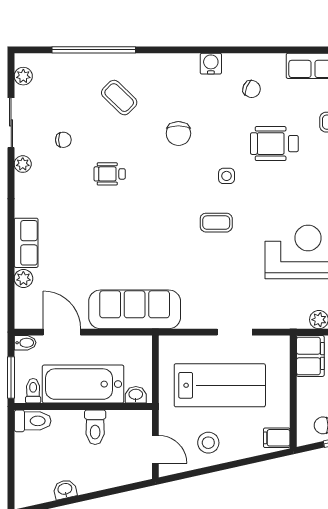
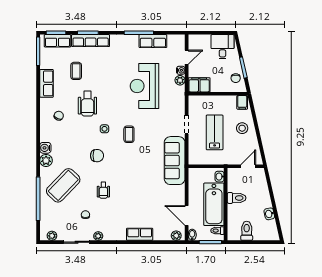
water cooler: (211, 64) -> (45, 148), moved
plant: (166, 65) -> (46, 160), added
coffee table: (119, 98) -> (63, 185), width x1.86, depth x1.72
chair: (178, 133) -> (97, 156), moved
plant: (23, 278) -> (176, 236), moved
sofa: (135, 309) -> (175, 161), moved
door: (62, 332) -> (187, 215), hinge flipped
lab bench: (220, 385) -> (215, 132), width x0.73, depth x0.72
toilet: (33, 421) -> (247, 231), moved
stool: (208, 443) -> (242, 128), moved

